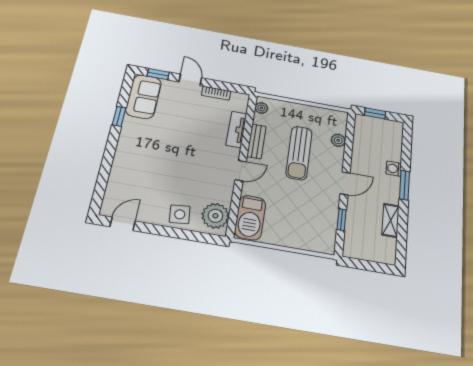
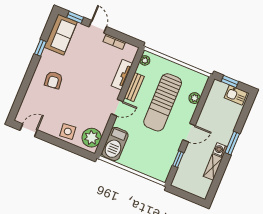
kitchen sink: (388, 128) -> (236, 95), added
armchair: (145, 152) -> (54, 80), added
sun lounger: (299, 153) -> (163, 102), width x1.36, depth x1.34
washing machine: (394, 169) -> (220, 150), moved

